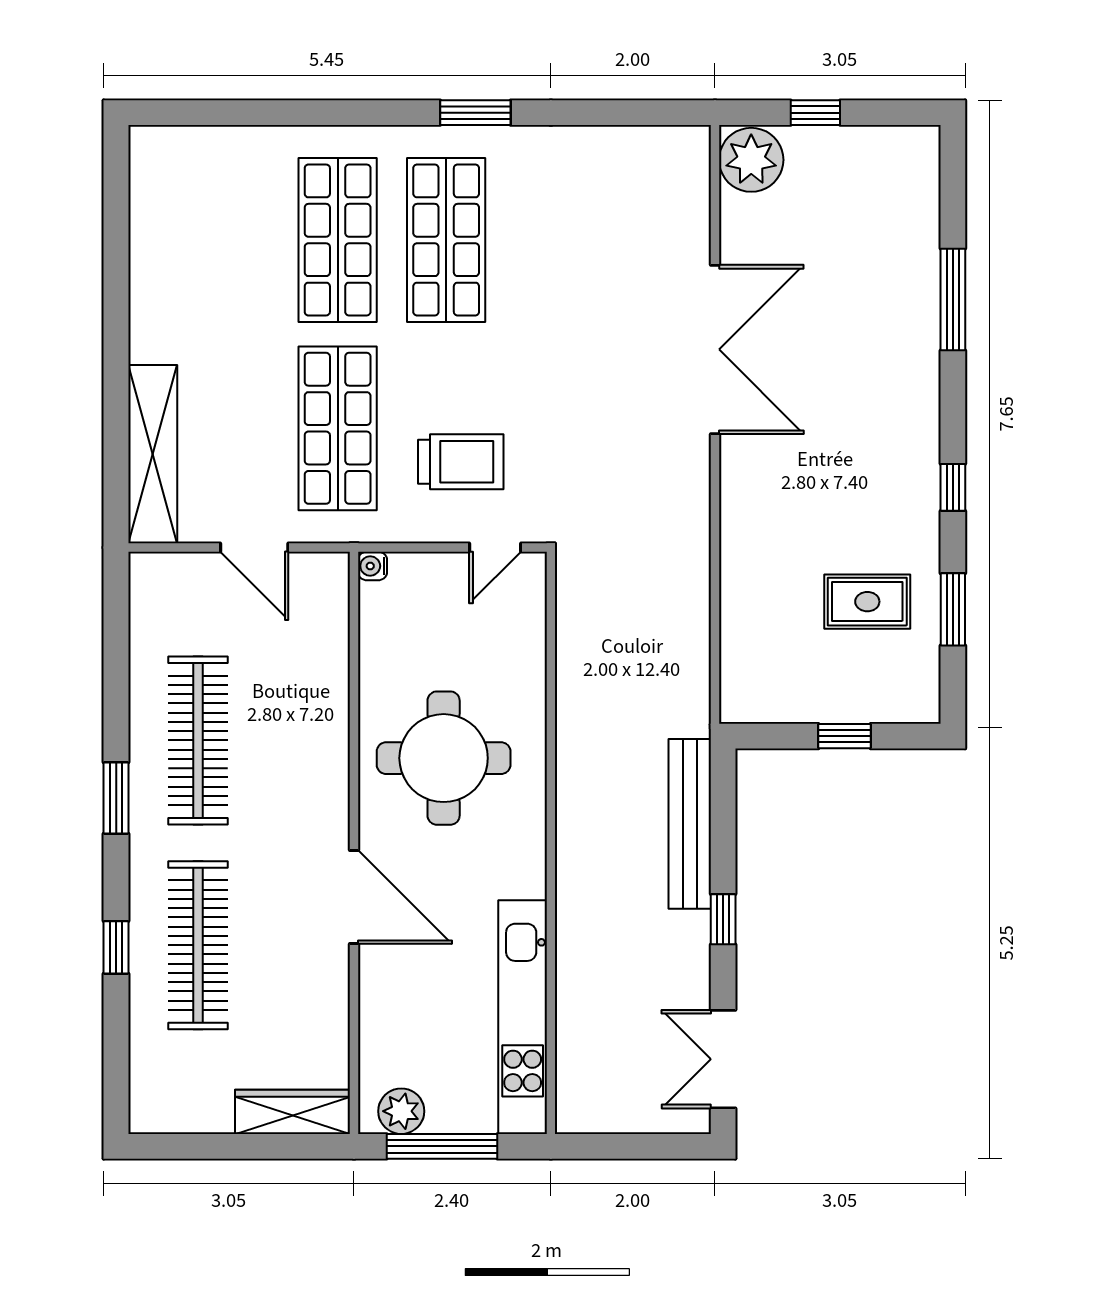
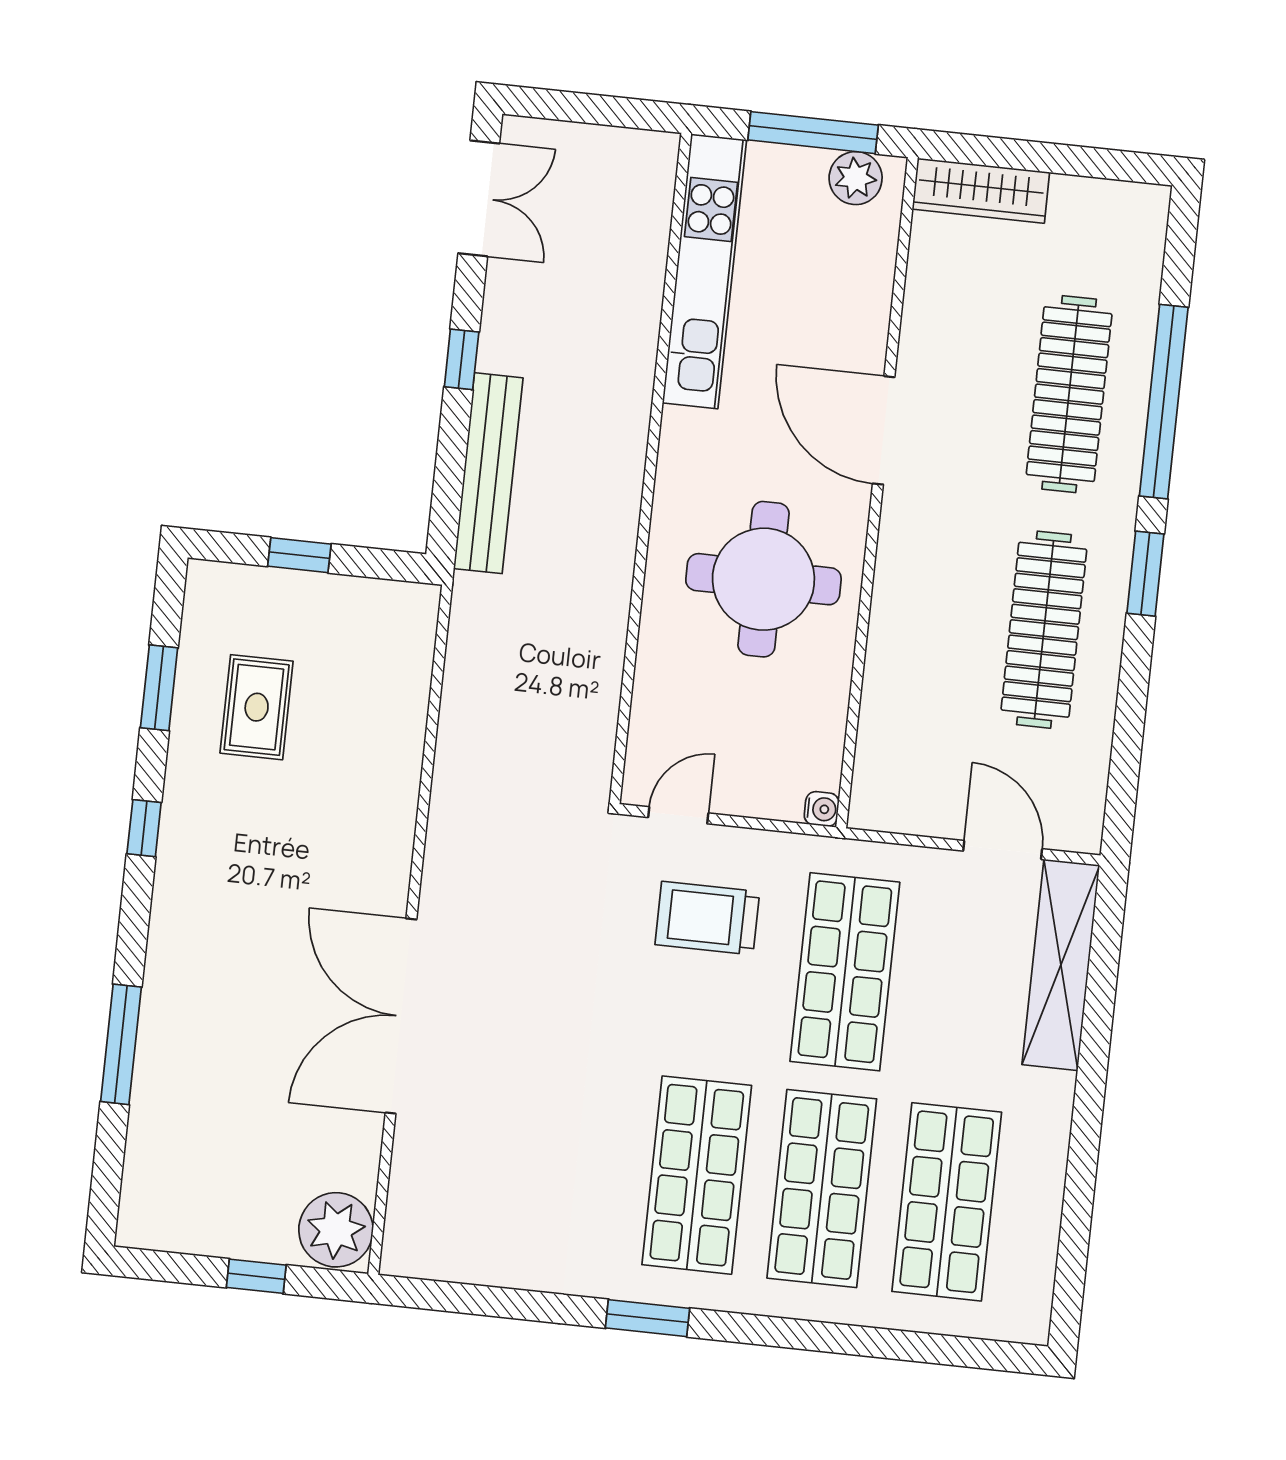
shop shelf: (229, 240) -> (947, 1202), added
door: (254, 547) -> (1003, 850), moved
rug: (867, 602) -> (257, 707), turned 90
window: (116, 947) -> (1164, 402), width x3.17

